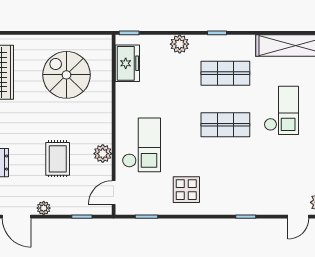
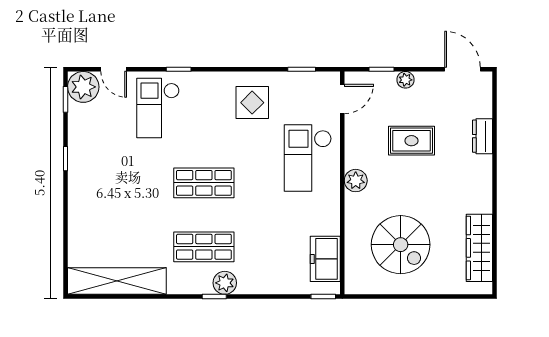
plant: (180, 44) -> (225, 283), moved
checkout: (281, 110) -> (158, 108), moved
plant: (103, 154) -> (356, 181), moved
rug: (58, 159) -> (411, 141), turned 90
plant: (44, 208) -> (405, 80), moved
door: (298, 217) -> (114, 69), swing flipped

